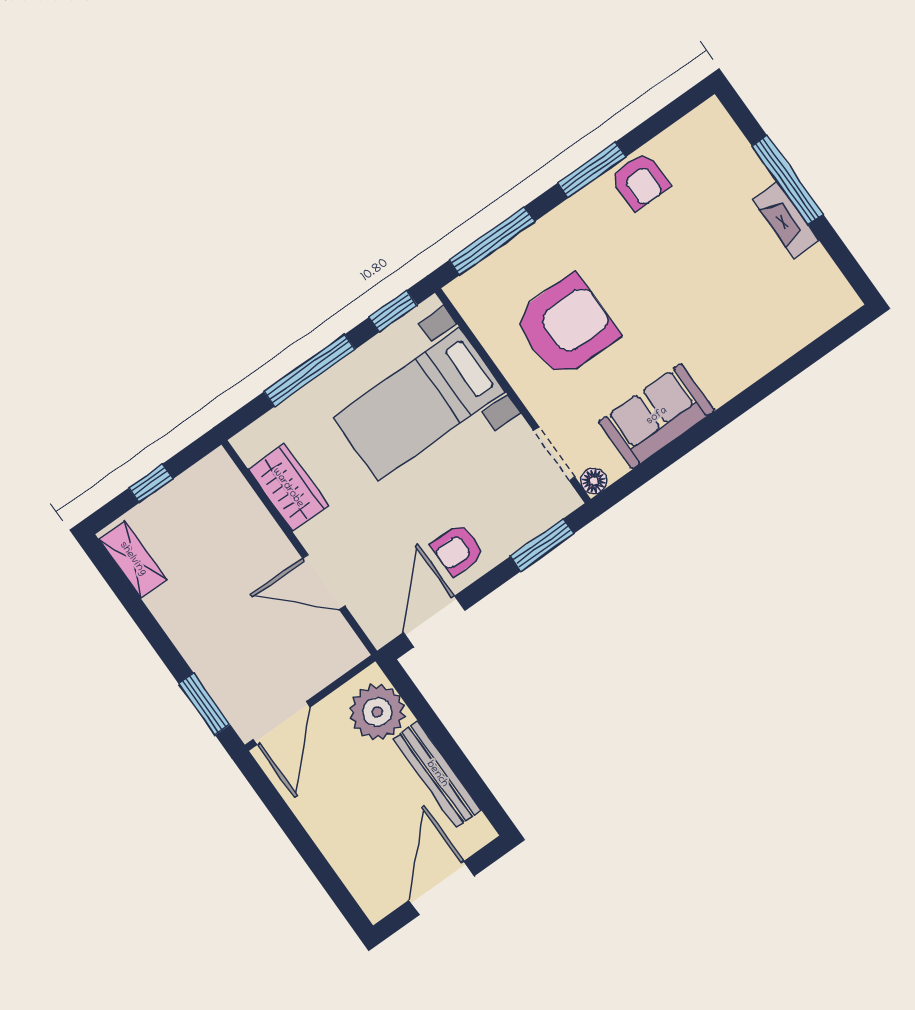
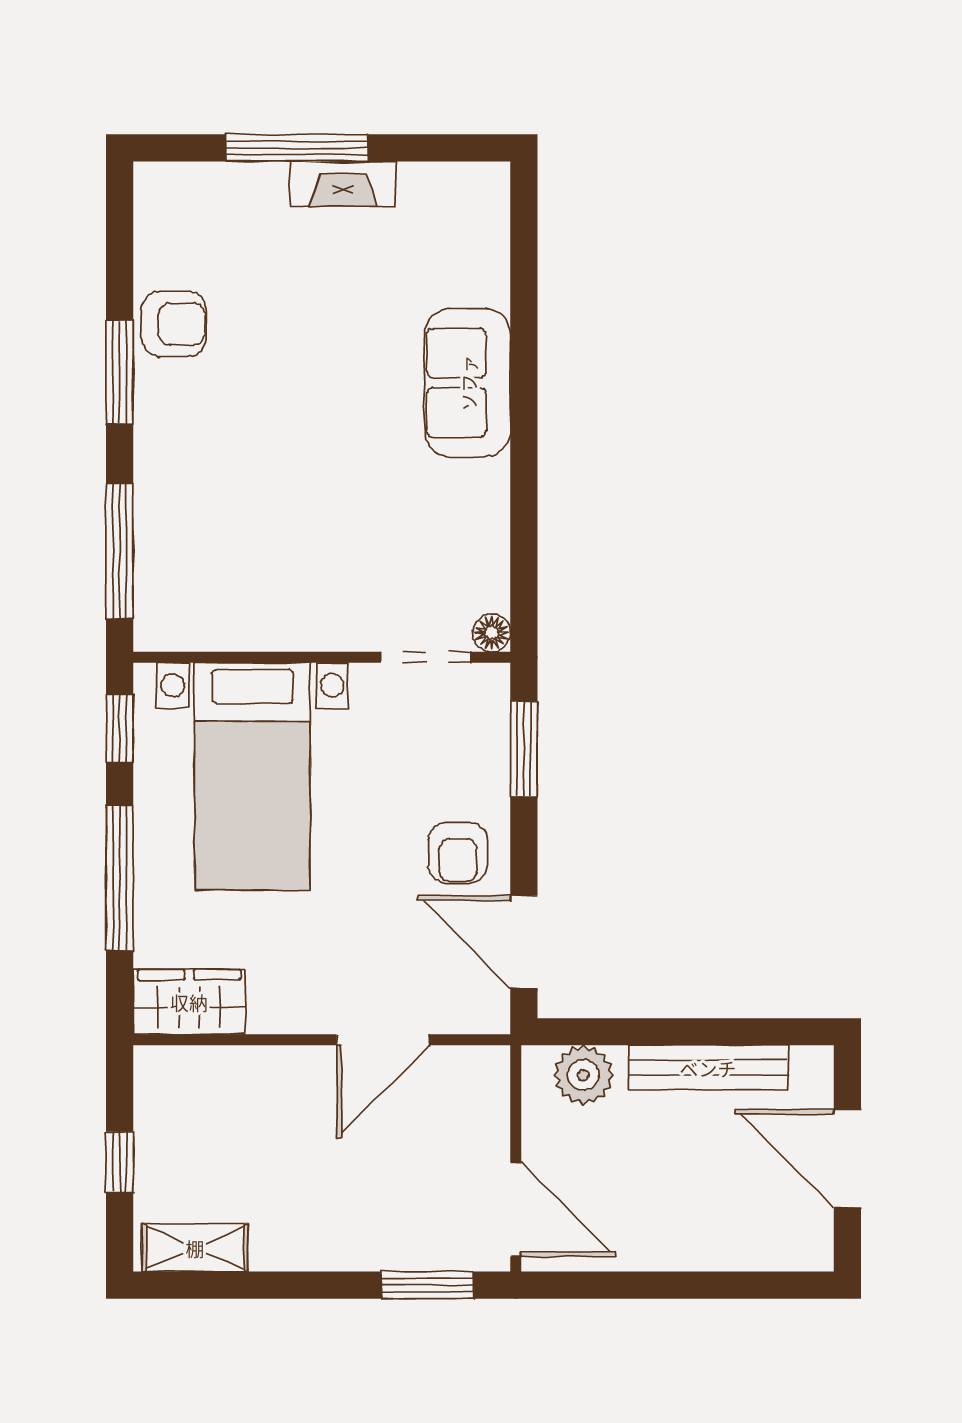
armchair: (566, 326) -> (284, 535), removed
sofa: (657, 416) -> (468, 383), moved
wardrobe: (288, 488) -> (189, 1002), moved
plant: (377, 712) -> (583, 1075), width x0.73, depth x0.73

